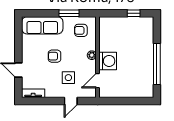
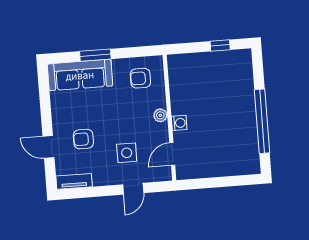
window: (69, 13) -> (95, 55), moved
armchair: (55, 56) -> (83, 139), moved
washing machine: (108, 61) -> (179, 123), width x0.53, depth x0.53

